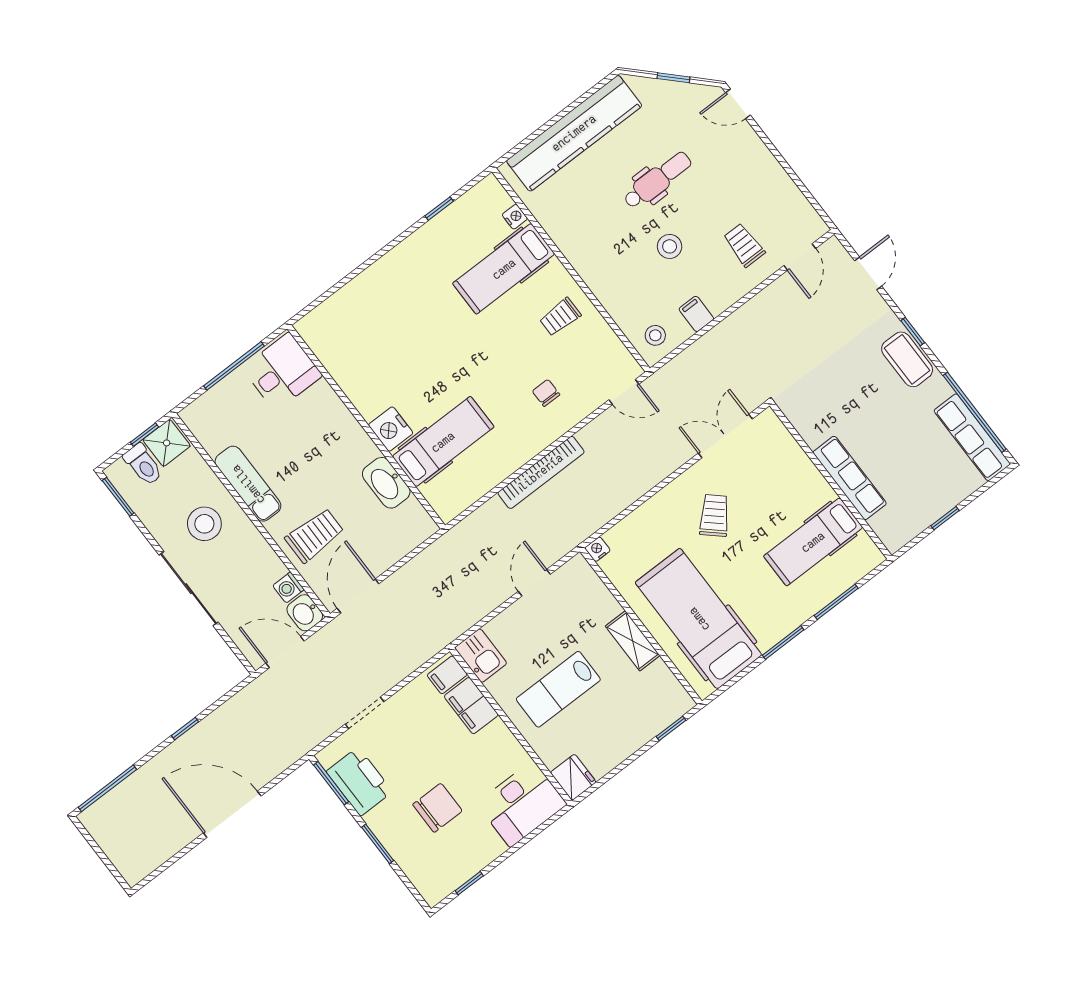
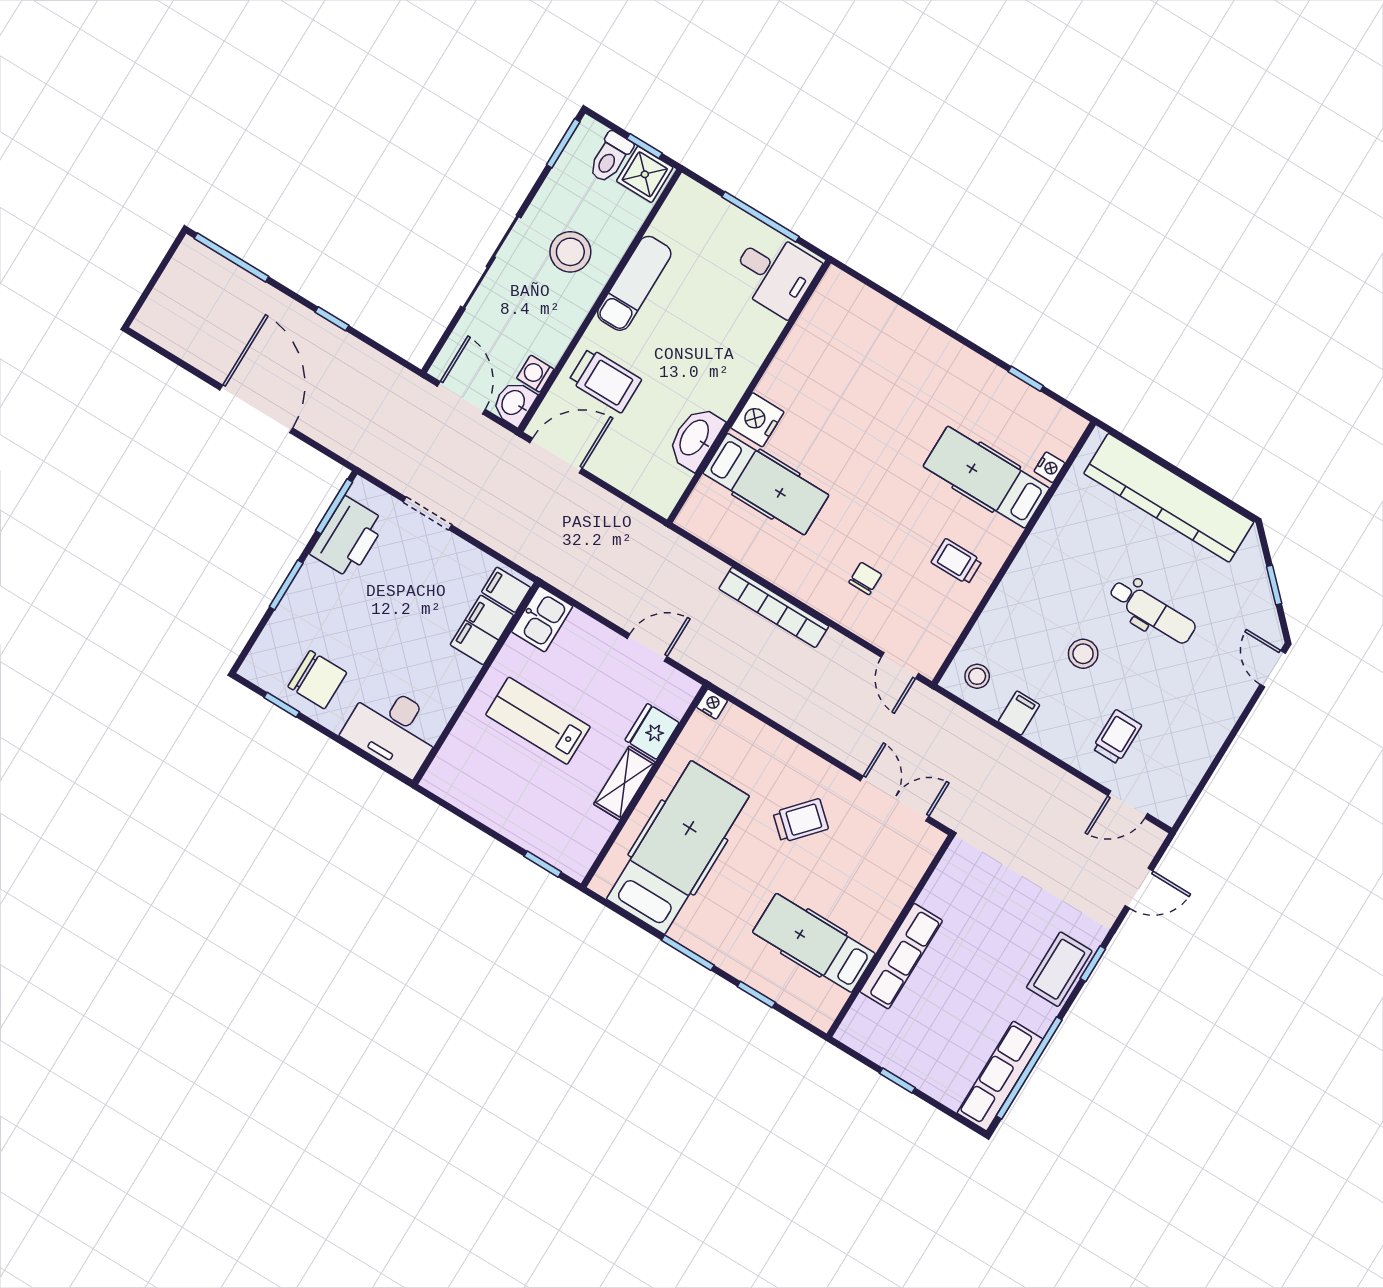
window: (836, 602) -> (756, 994), width x0.67
fridge: (573, 777) -> (652, 731), moved, turned 180
chair: (437, 808) -> (317, 680), moved

